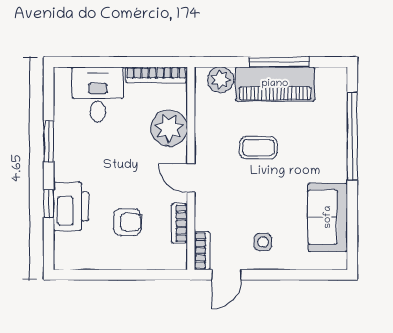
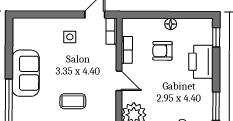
window: (49, 204) -> (216, 37), moved
sofa: (328, 217) -> (26, 73), moved
floor lamp: (116, 261) -> (171, 24), added

